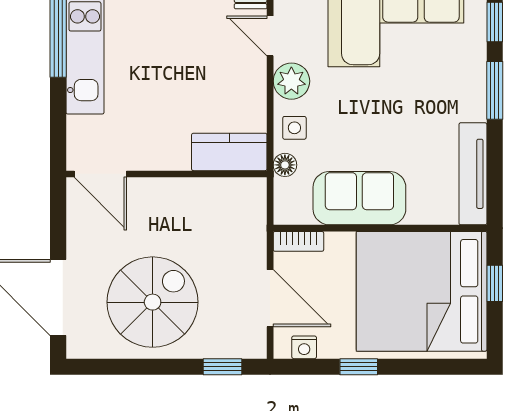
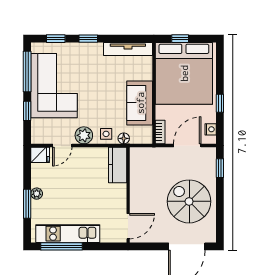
window: (495, 90) -> (88, 39), width x0.67

